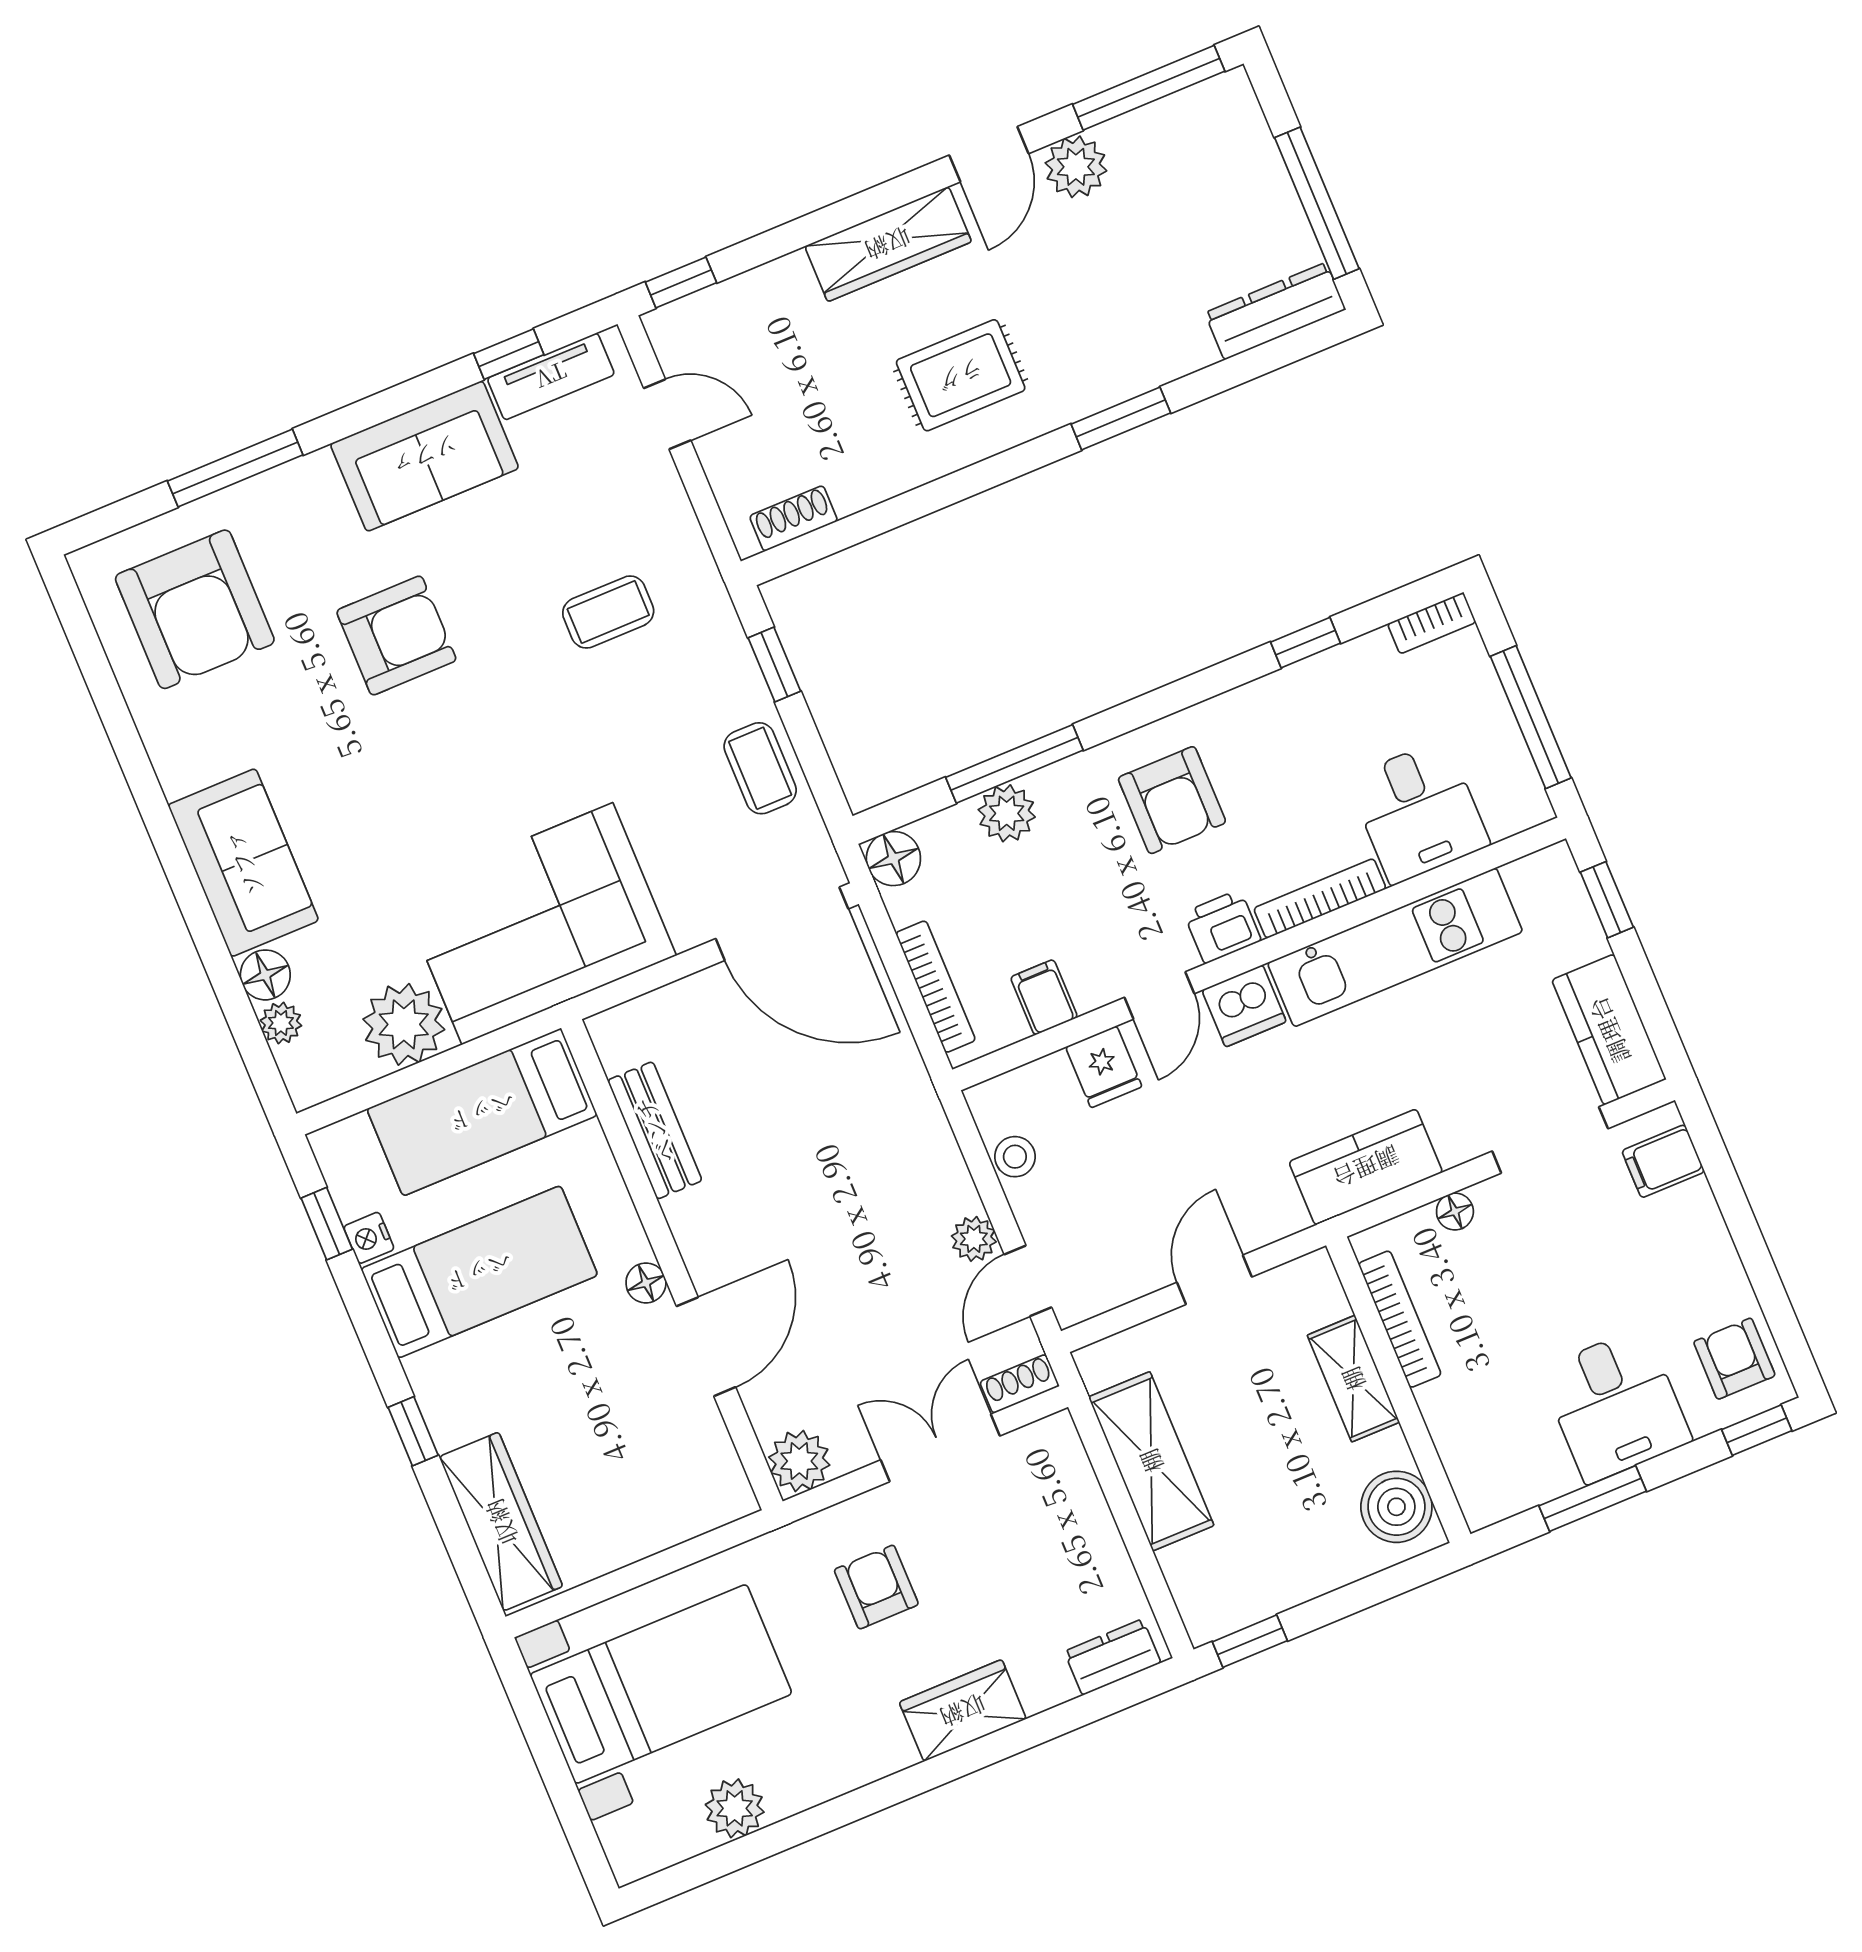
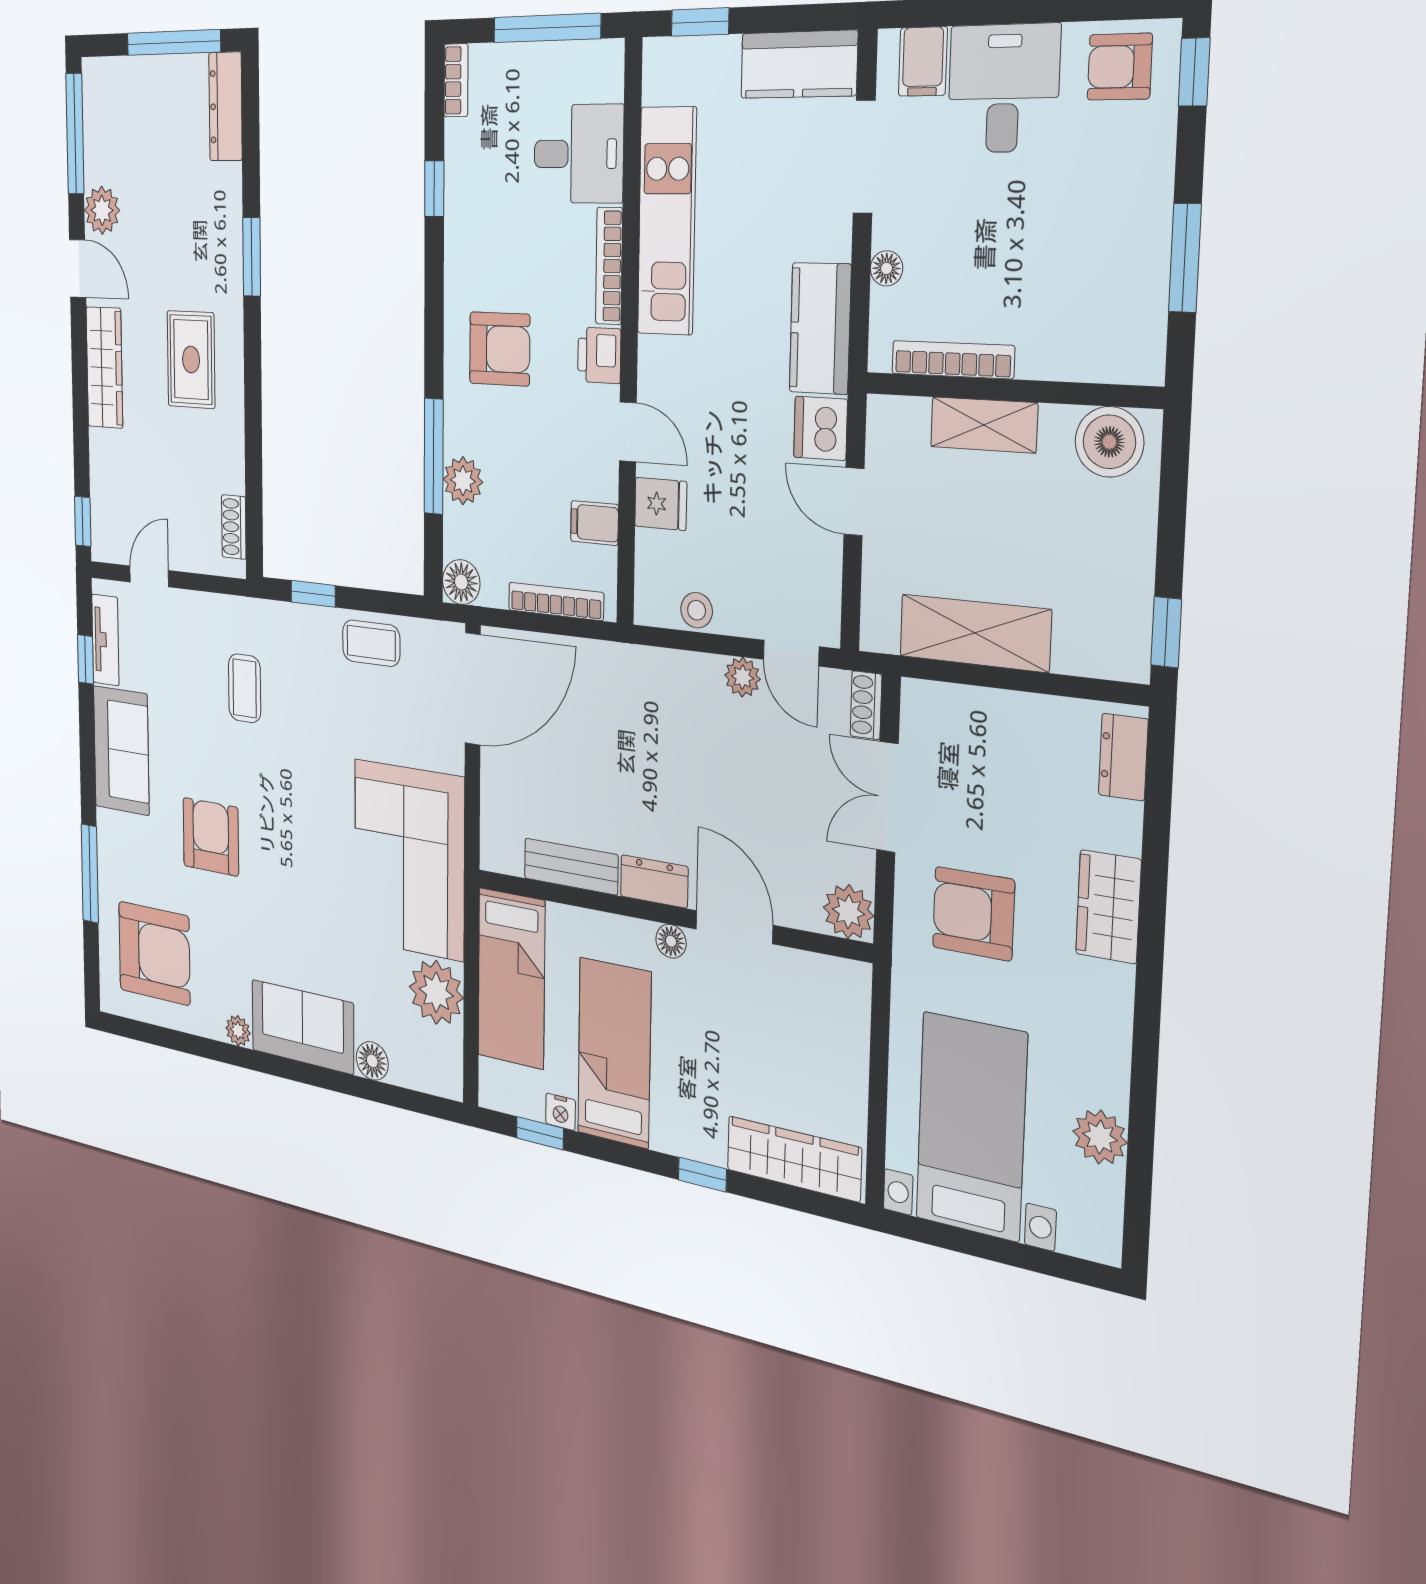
dishwasher: (1244, 1006) -> (820, 428), moved, turned 180
plant: (281, 1023) -> (238, 1031), moved
dresser: (699, 1235) -> (654, 881), added
desk: (1615, 1405) -> (1003, 88), moved, turned -90
armchair: (876, 1587) -> (973, 914), width x1.38, depth x1.38

